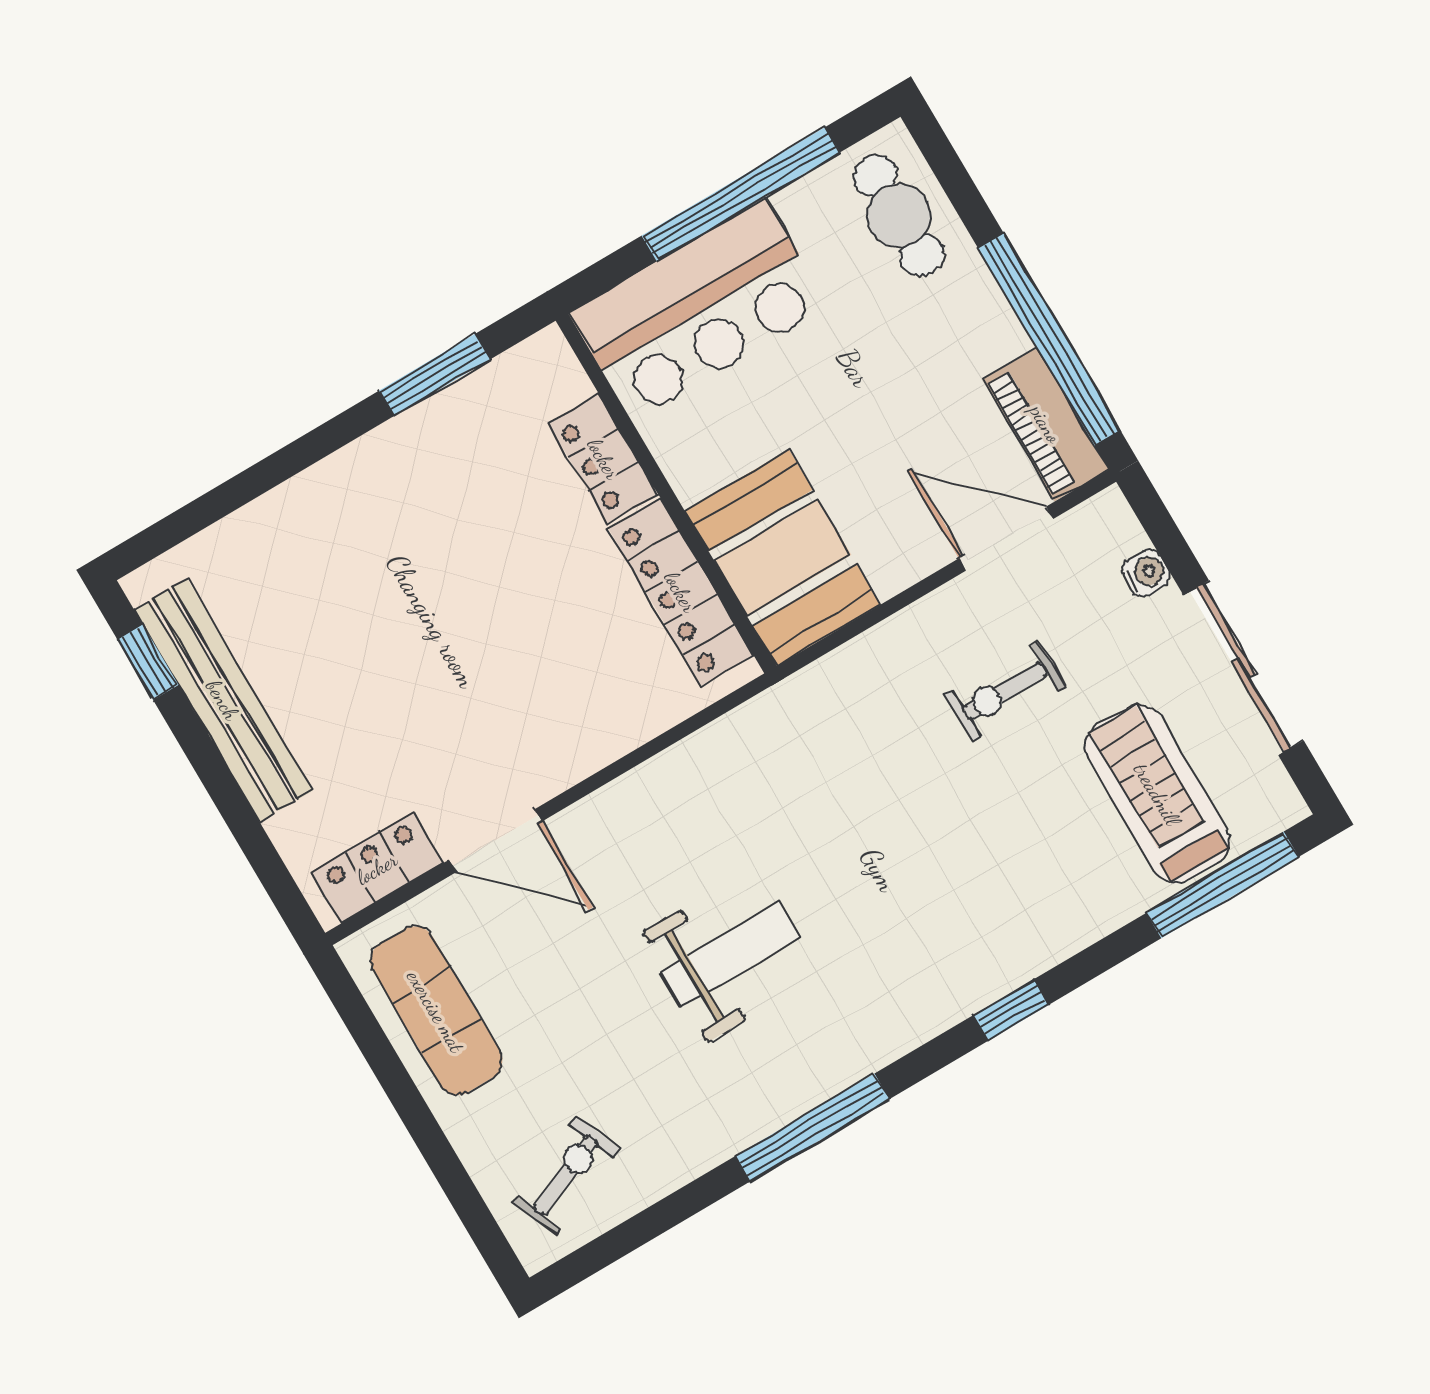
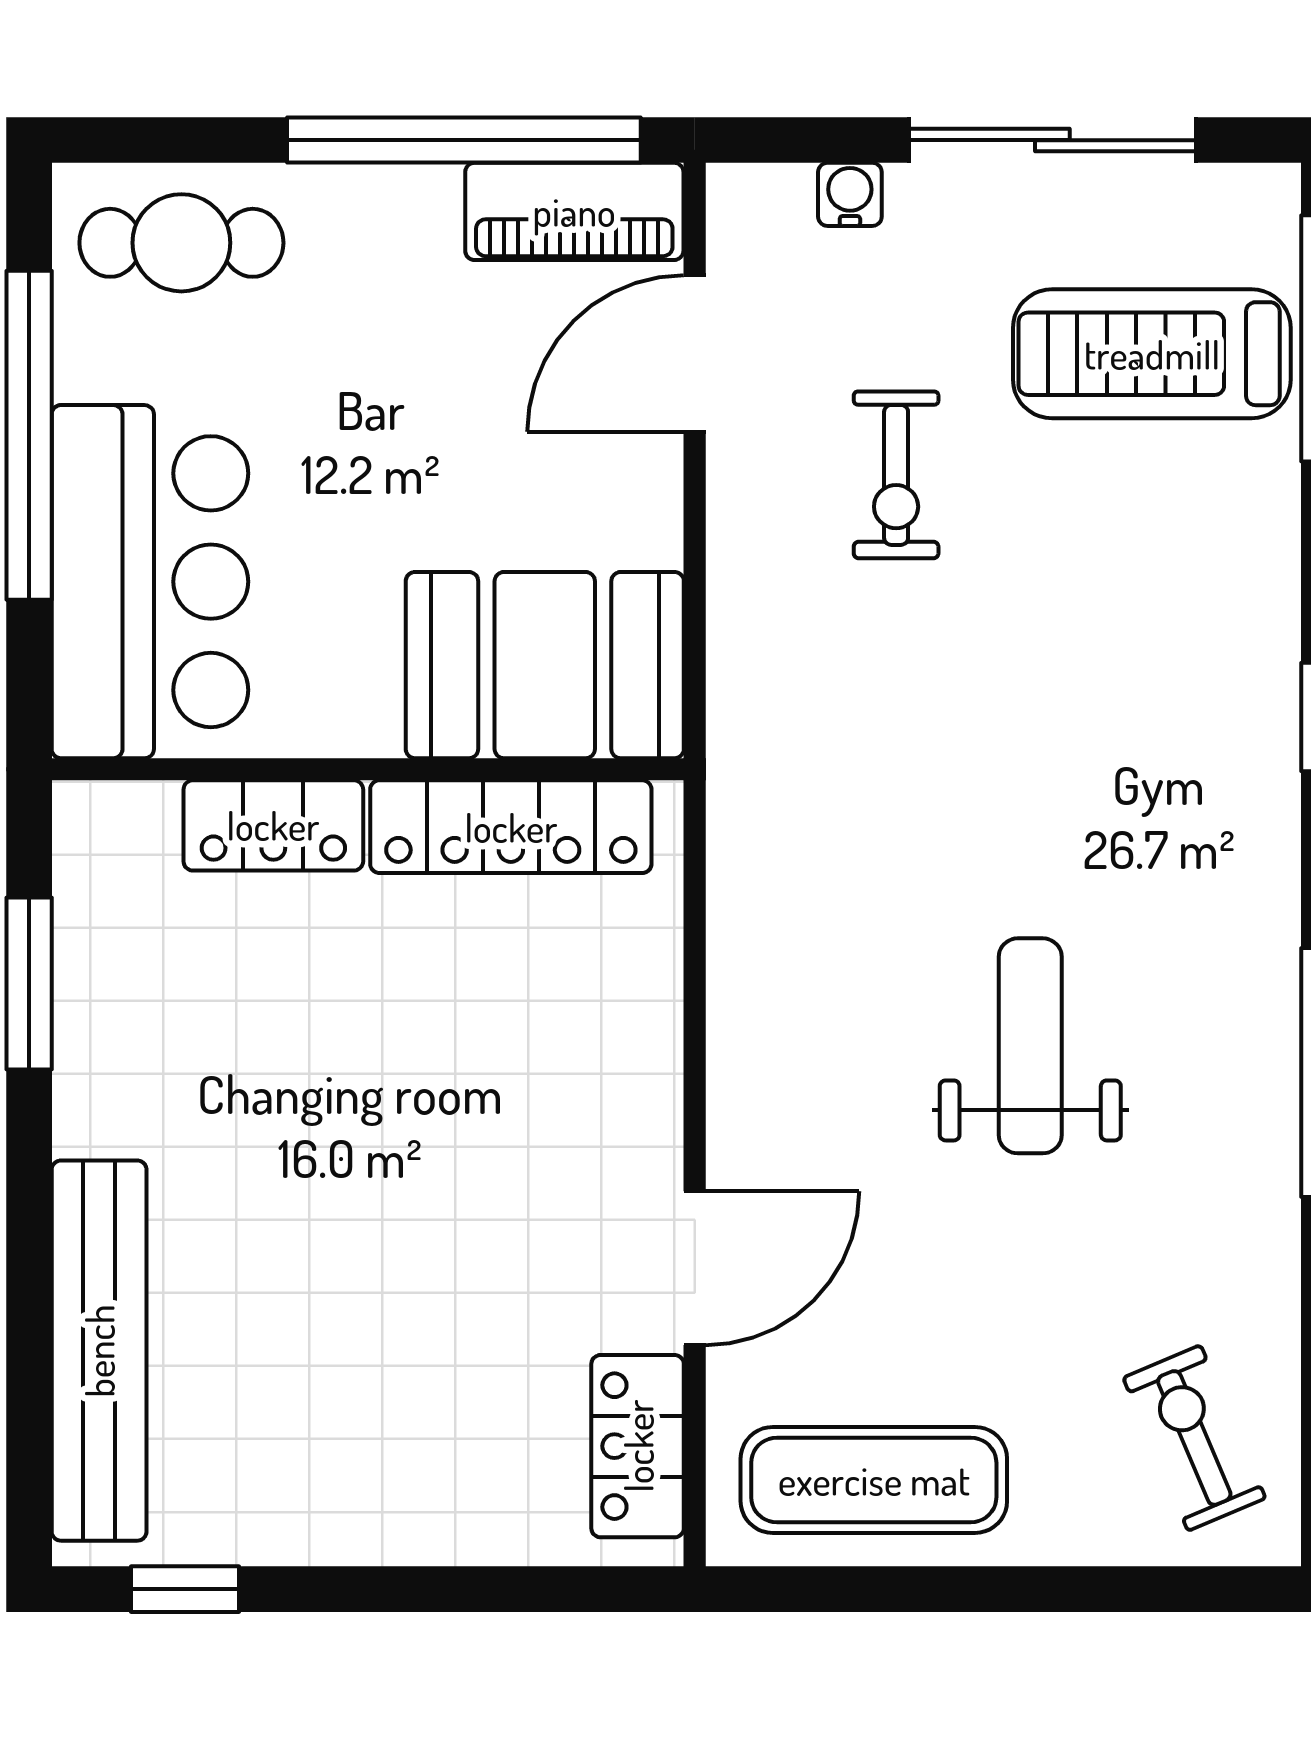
bench: (223, 700) -> (99, 1351), moved, turned 90

